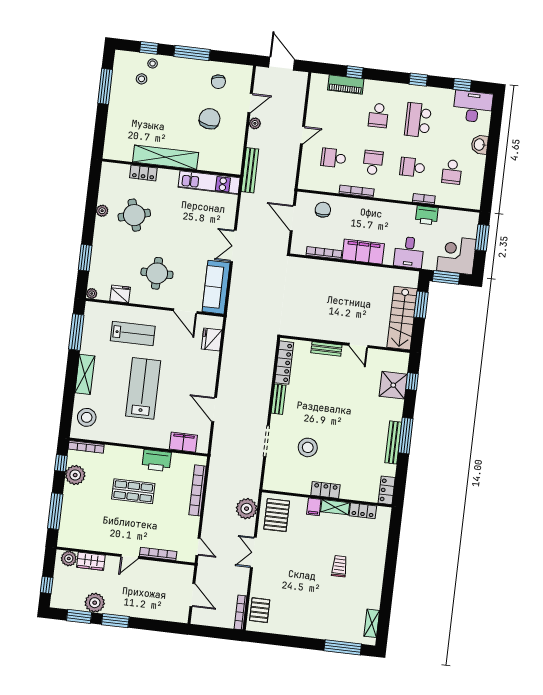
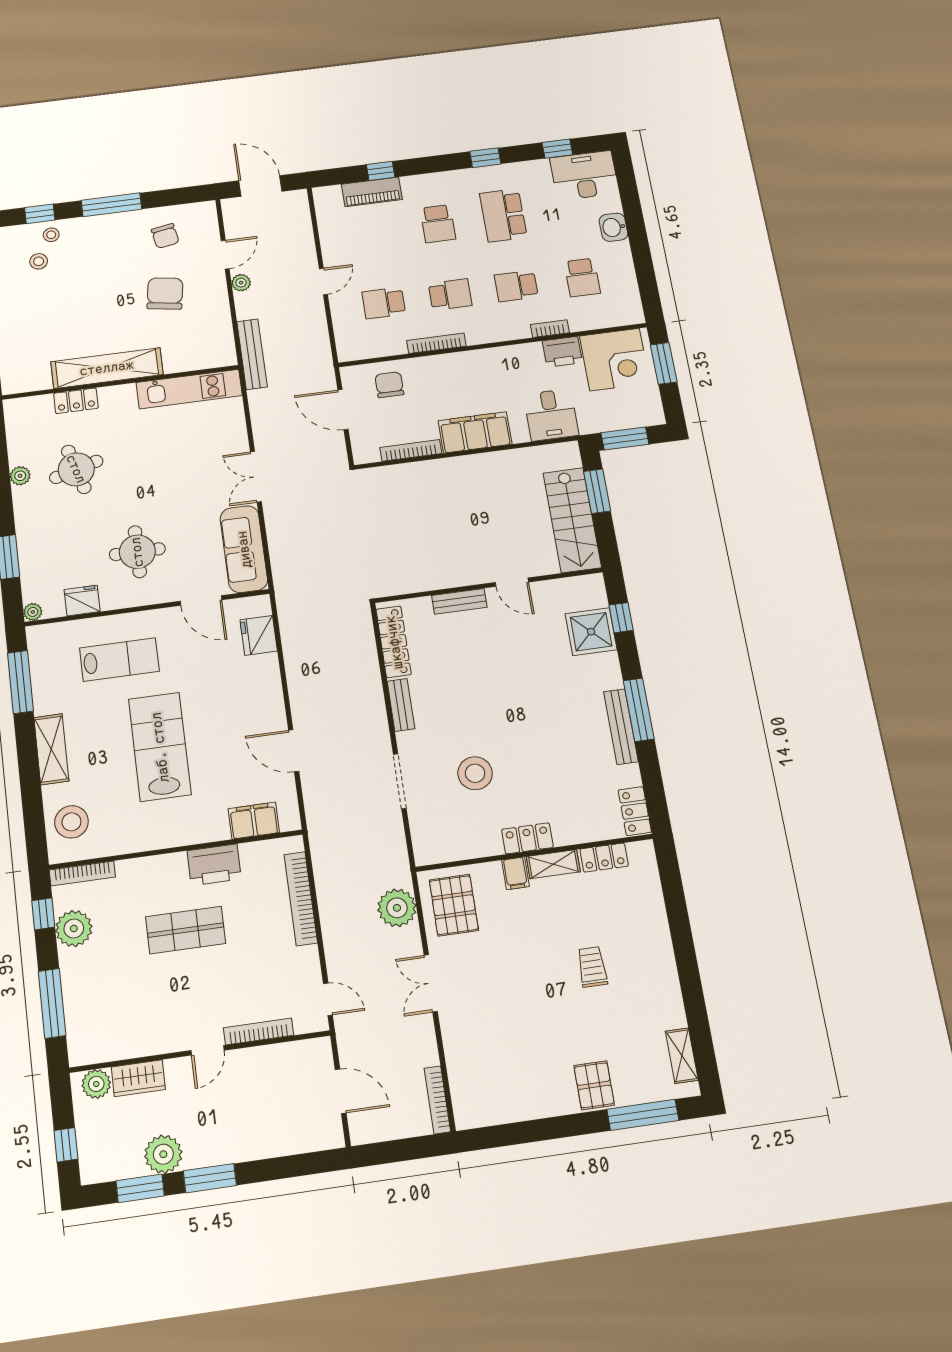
school desk: (373, 163) -> (450, 294), turned 90
corner desk: (456, 255) -> (615, 360), moved, turned 180
pallet: (260, 610) -> (594, 1085), moved

